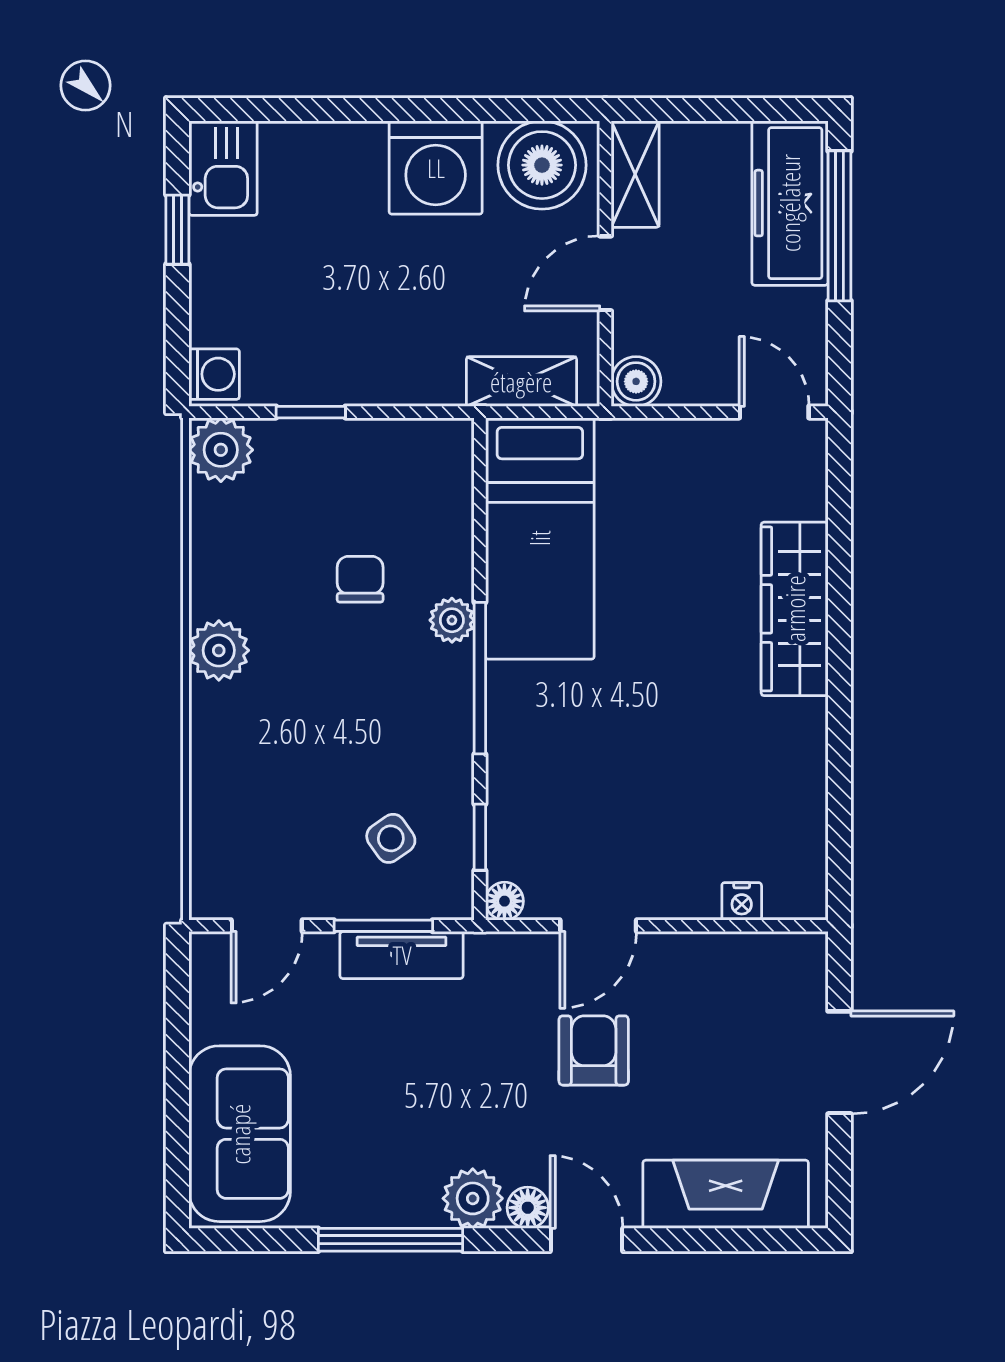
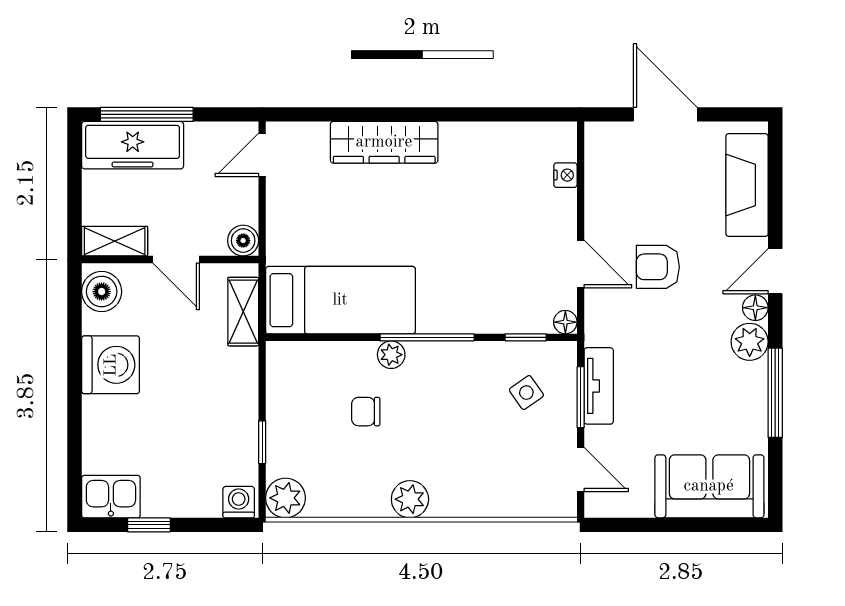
boiler: (542, 165) -> (102, 292), width x0.73, depth x0.73

